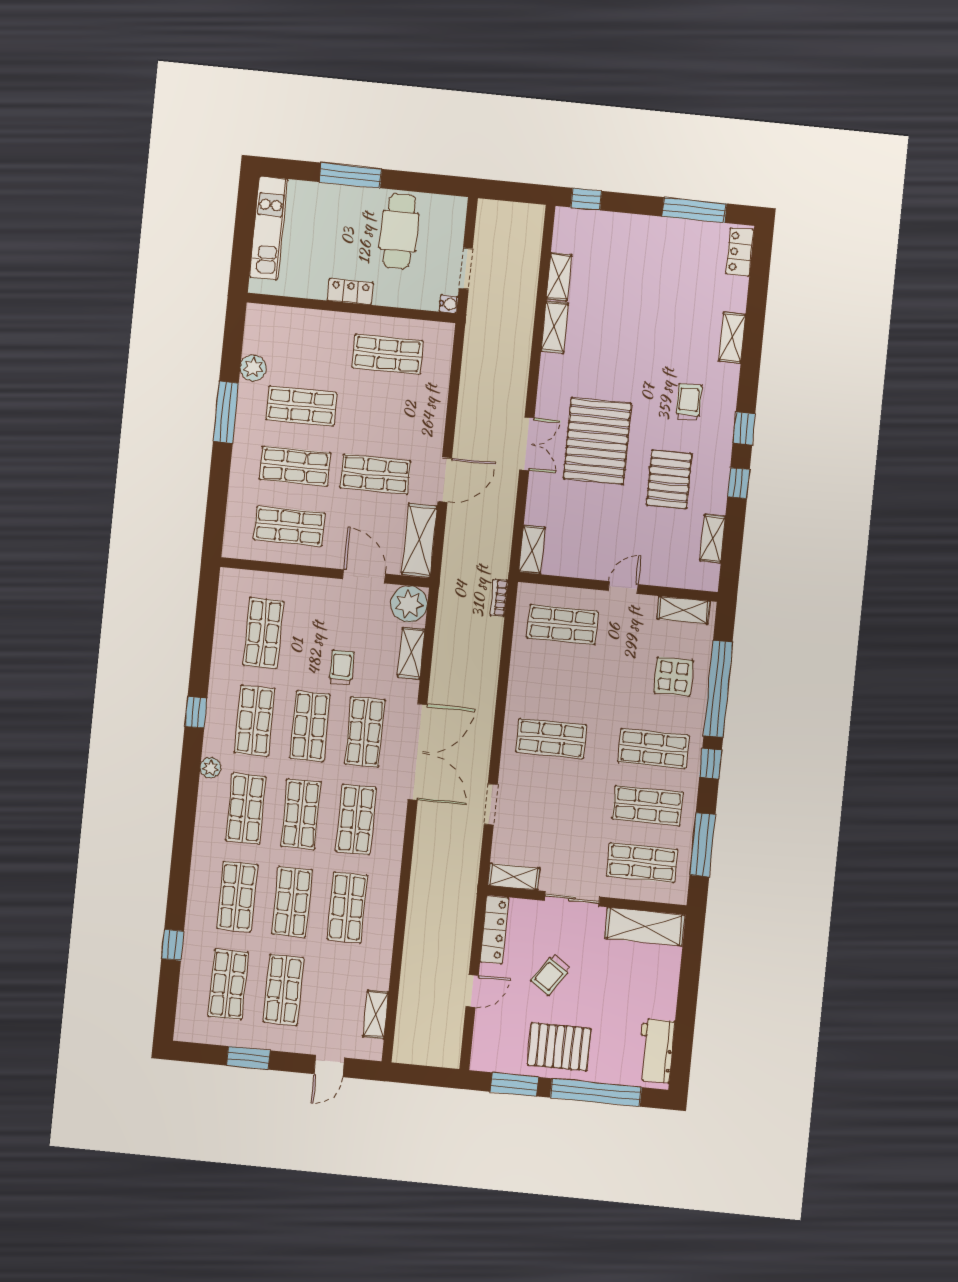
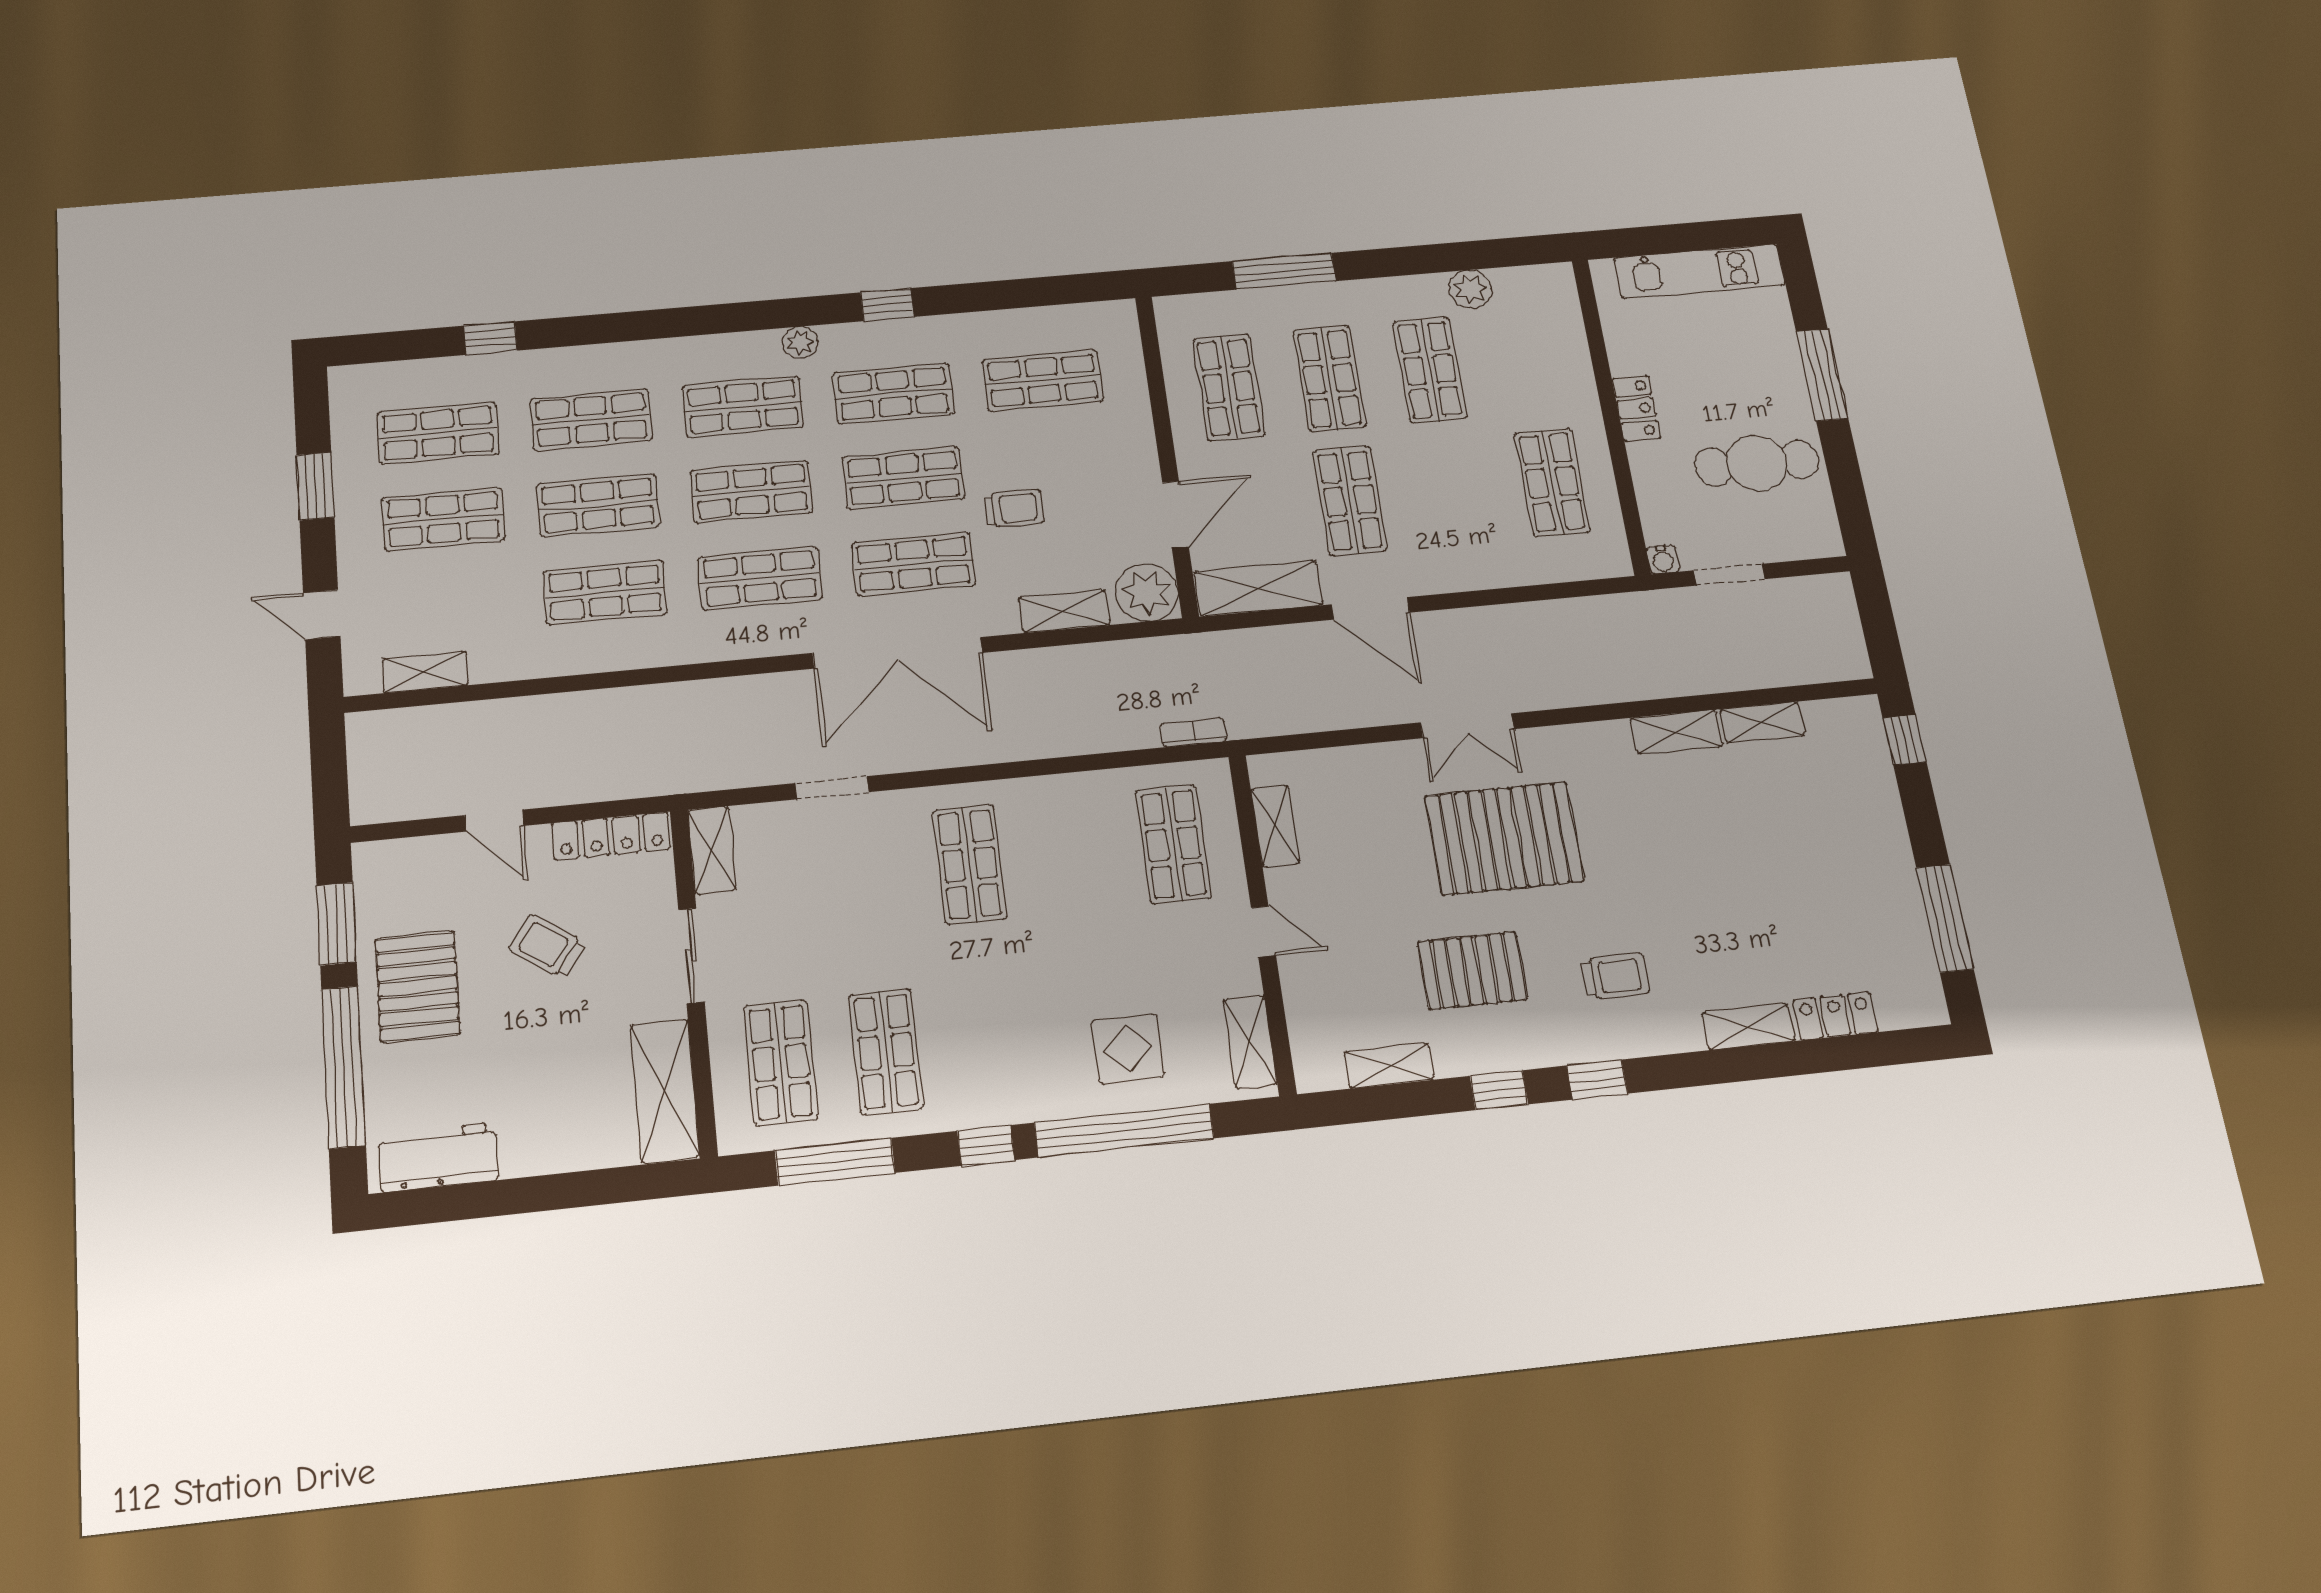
locker: (740, 252) -> (1835, 1016), moved
window: (226, 412) -> (1284, 271), moved
shelving: (532, 550) -> (1275, 826), moved, turned 90
shop shelf: (653, 749) -> (991, 1040), removed

